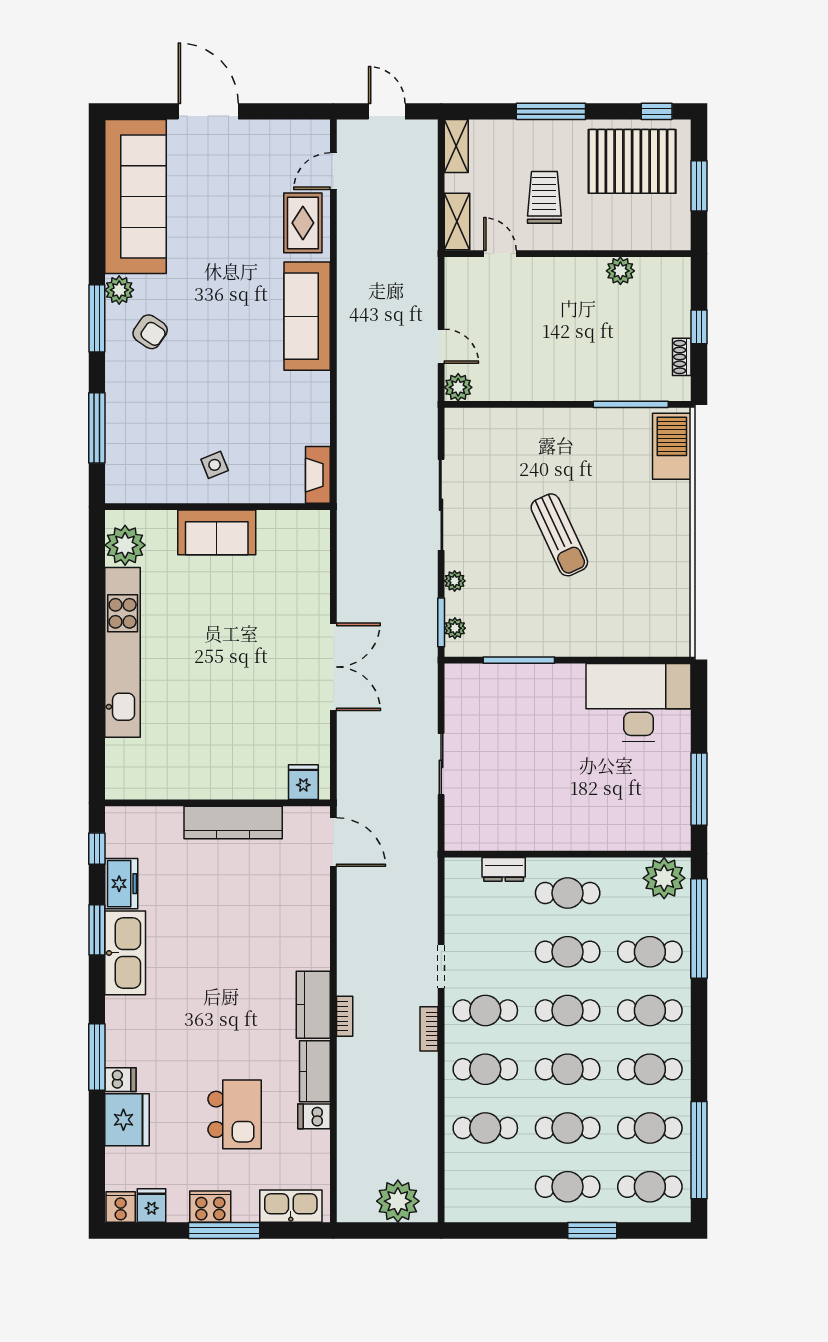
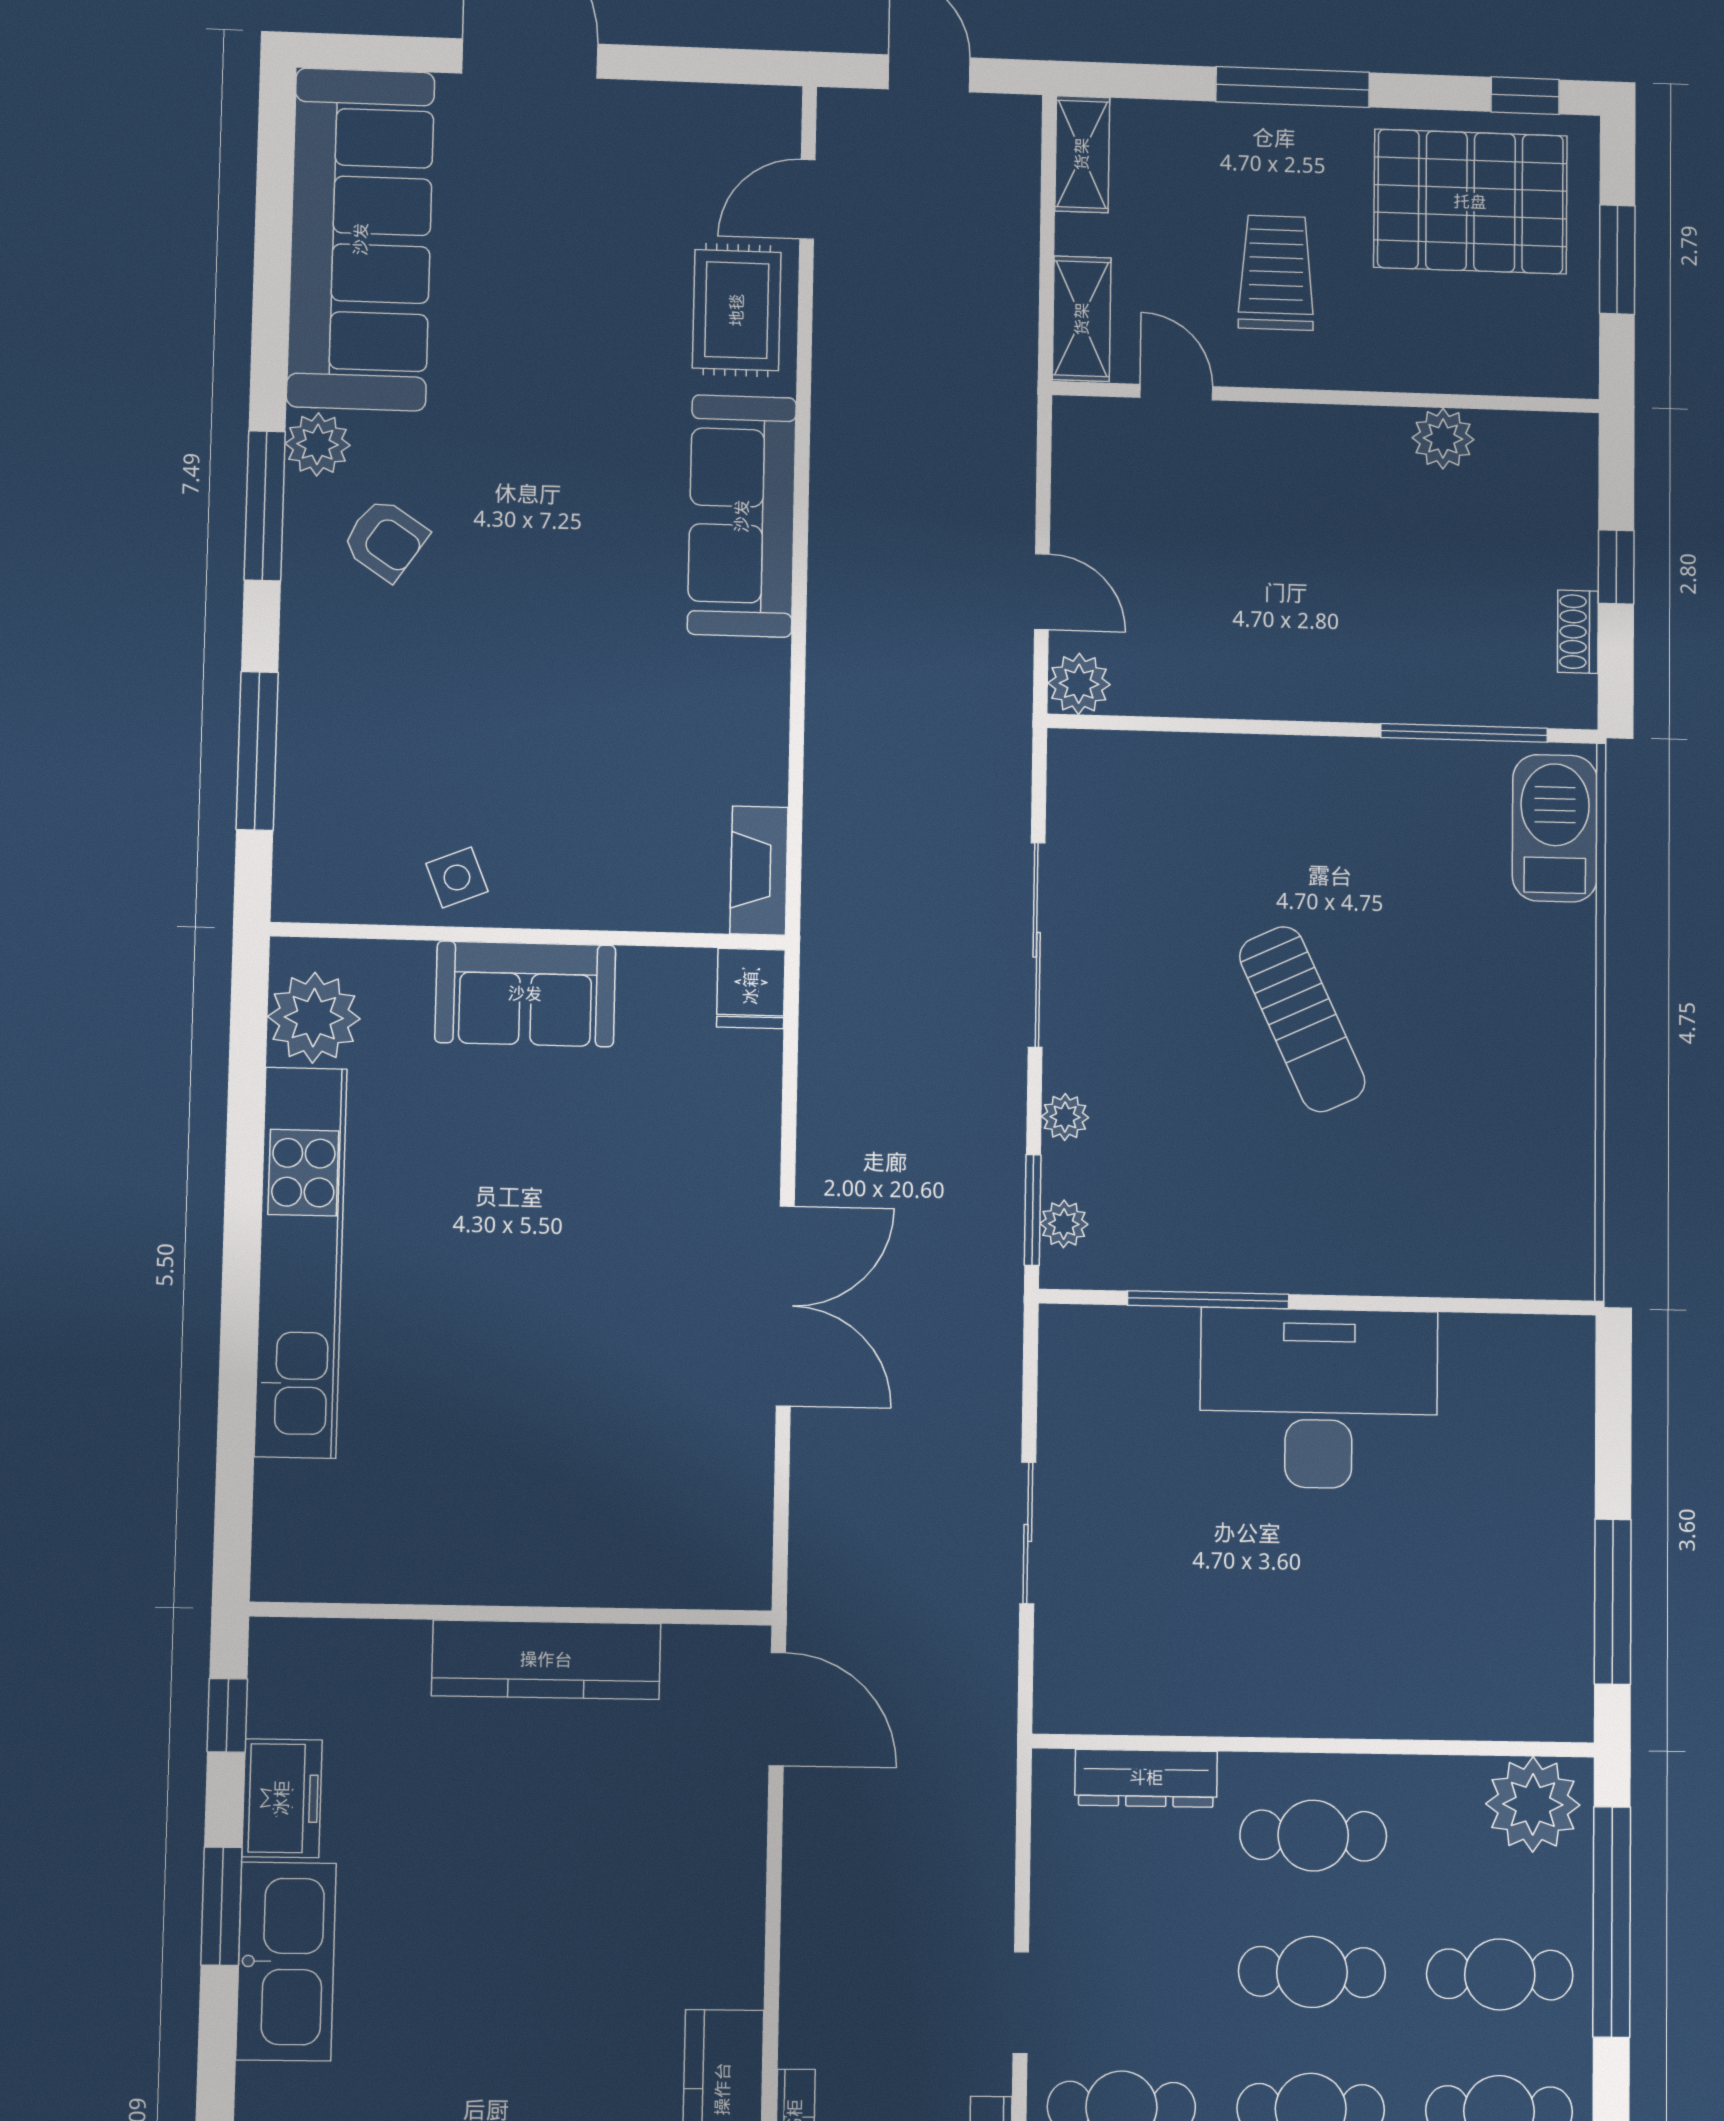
side table: (215, 465) -> (457, 878), moved
desk: (639, 703) -> (1319, 1398), moved
fridge: (303, 782) -> (751, 988), moved, turned 180
dresser: (504, 869) -> (1146, 1778), width x1.44

